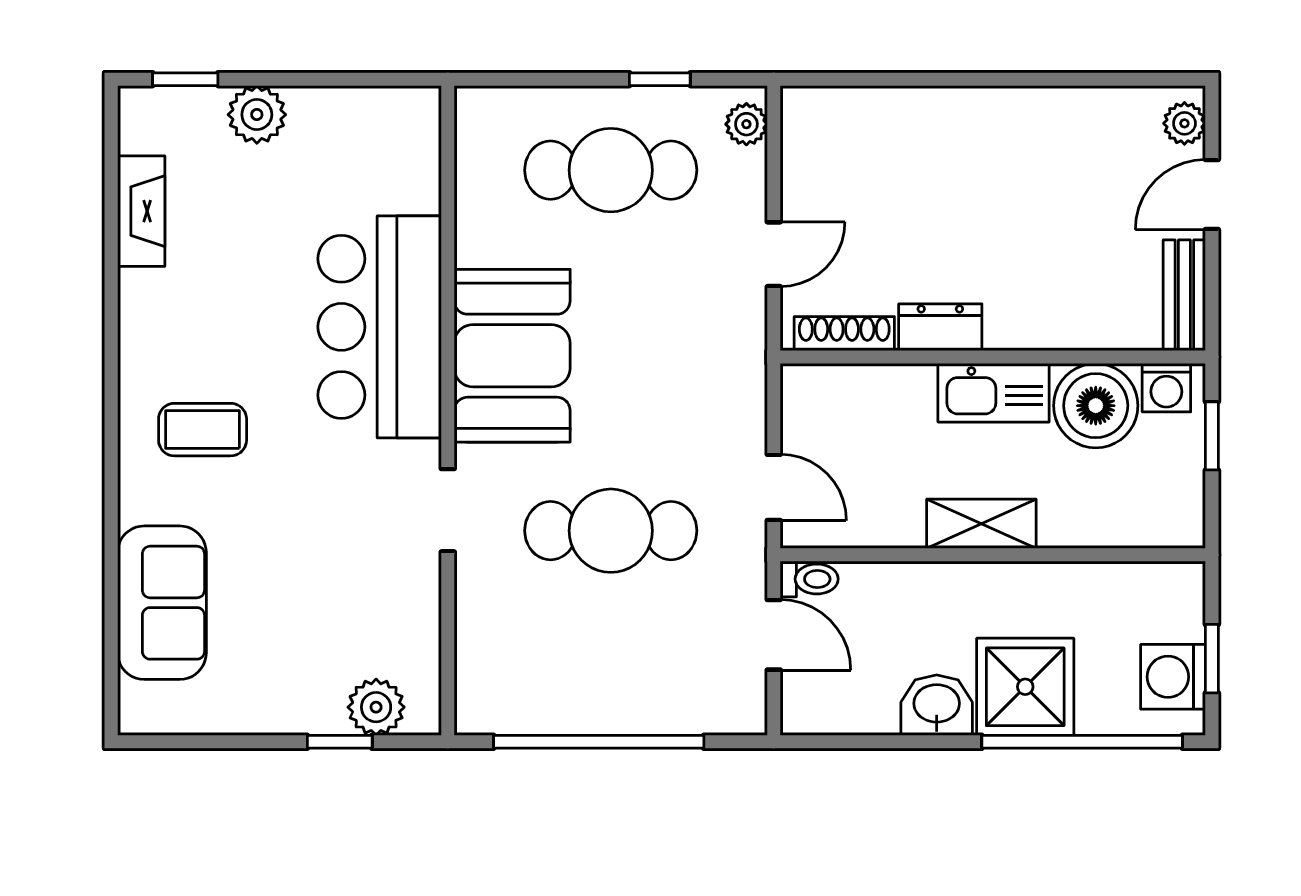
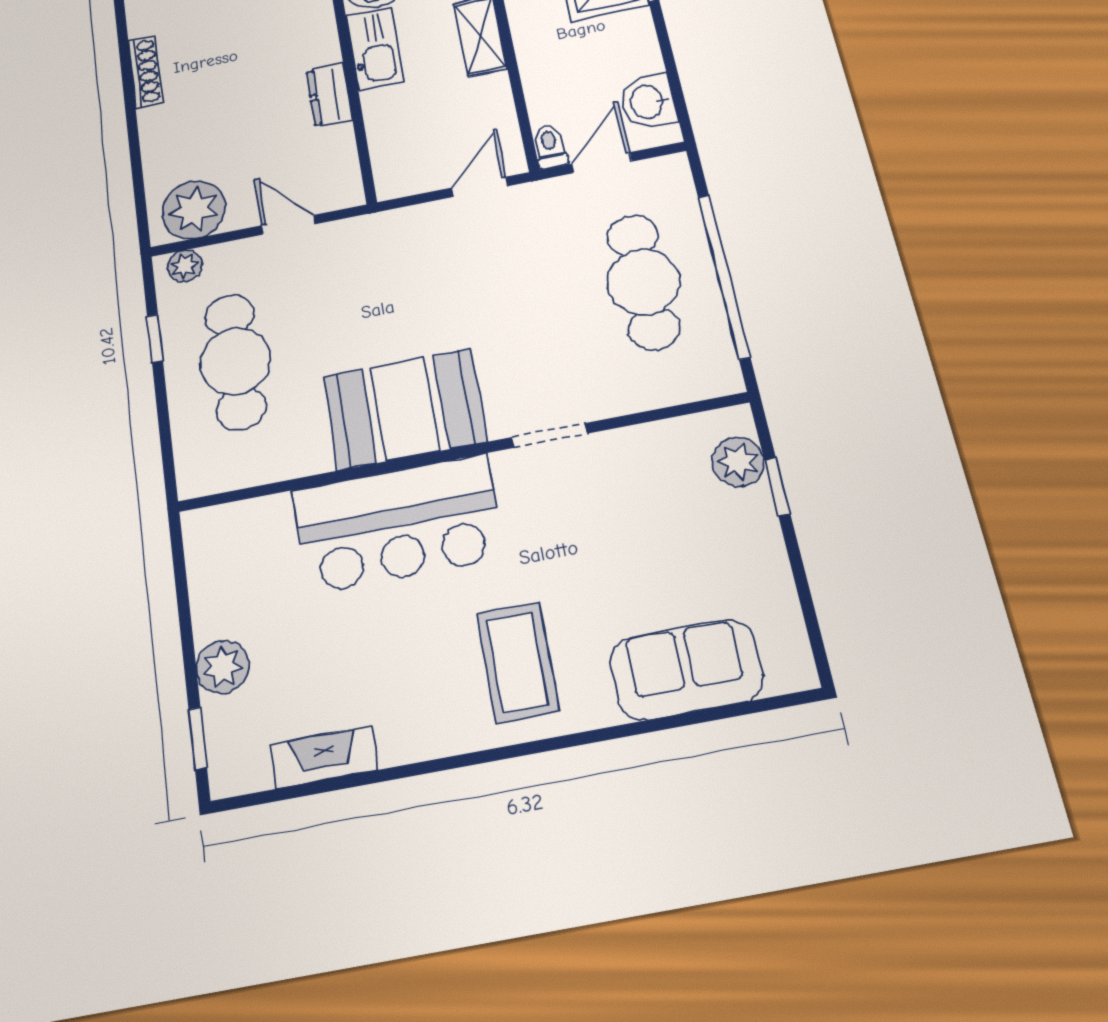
plant: (819, 143) -> (194, 210), added
shoe rack: (844, 334) -> (145, 72), moved, turned 180
coffee table: (203, 430) -> (517, 662), width x1.36, depth x1.30
cafe table: (611, 531) -> (643, 282), moved
washbasin: (937, 705) -> (648, 102), moved

